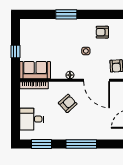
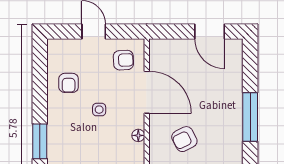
door: (97, 80) -> (147, 92), hinge flipped
armchair: (68, 103) -> (184, 139), turned -75

